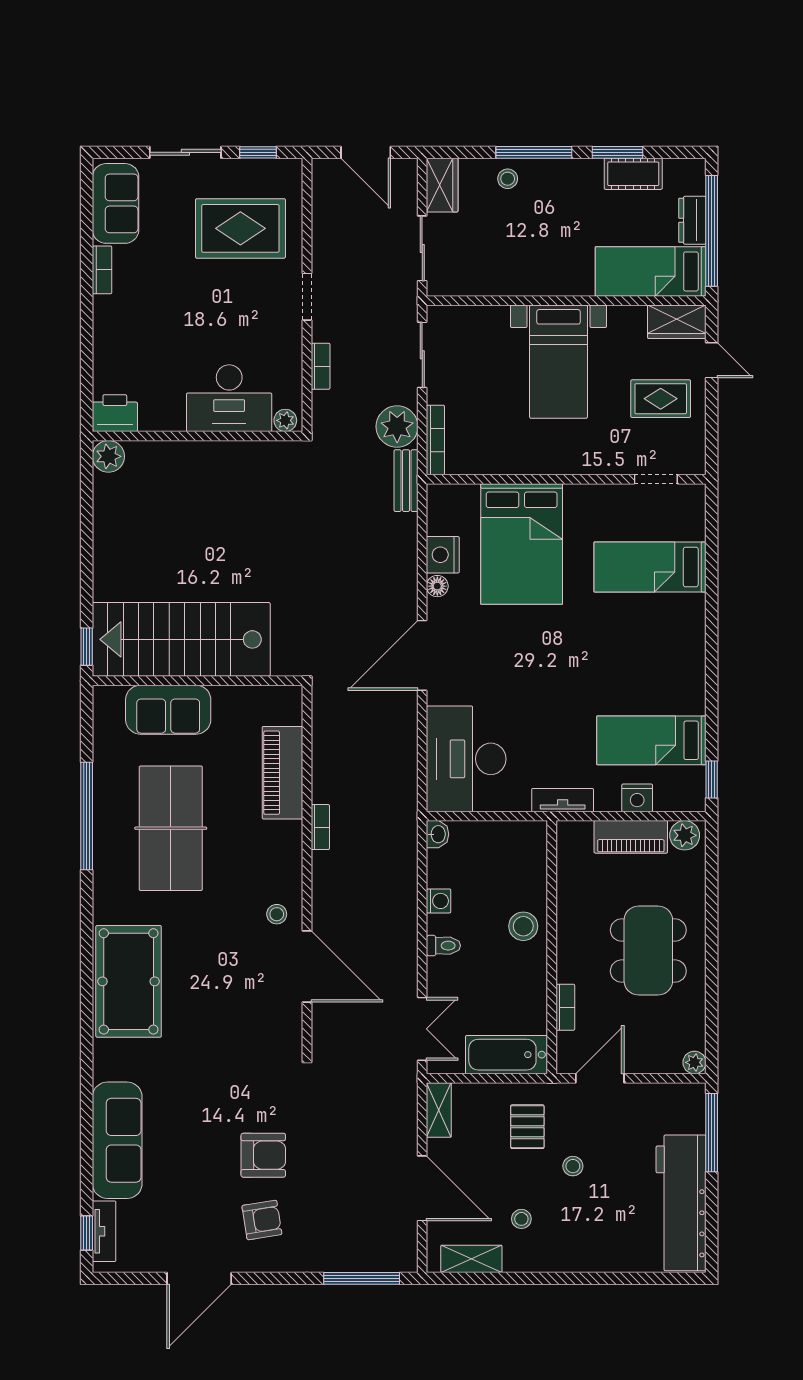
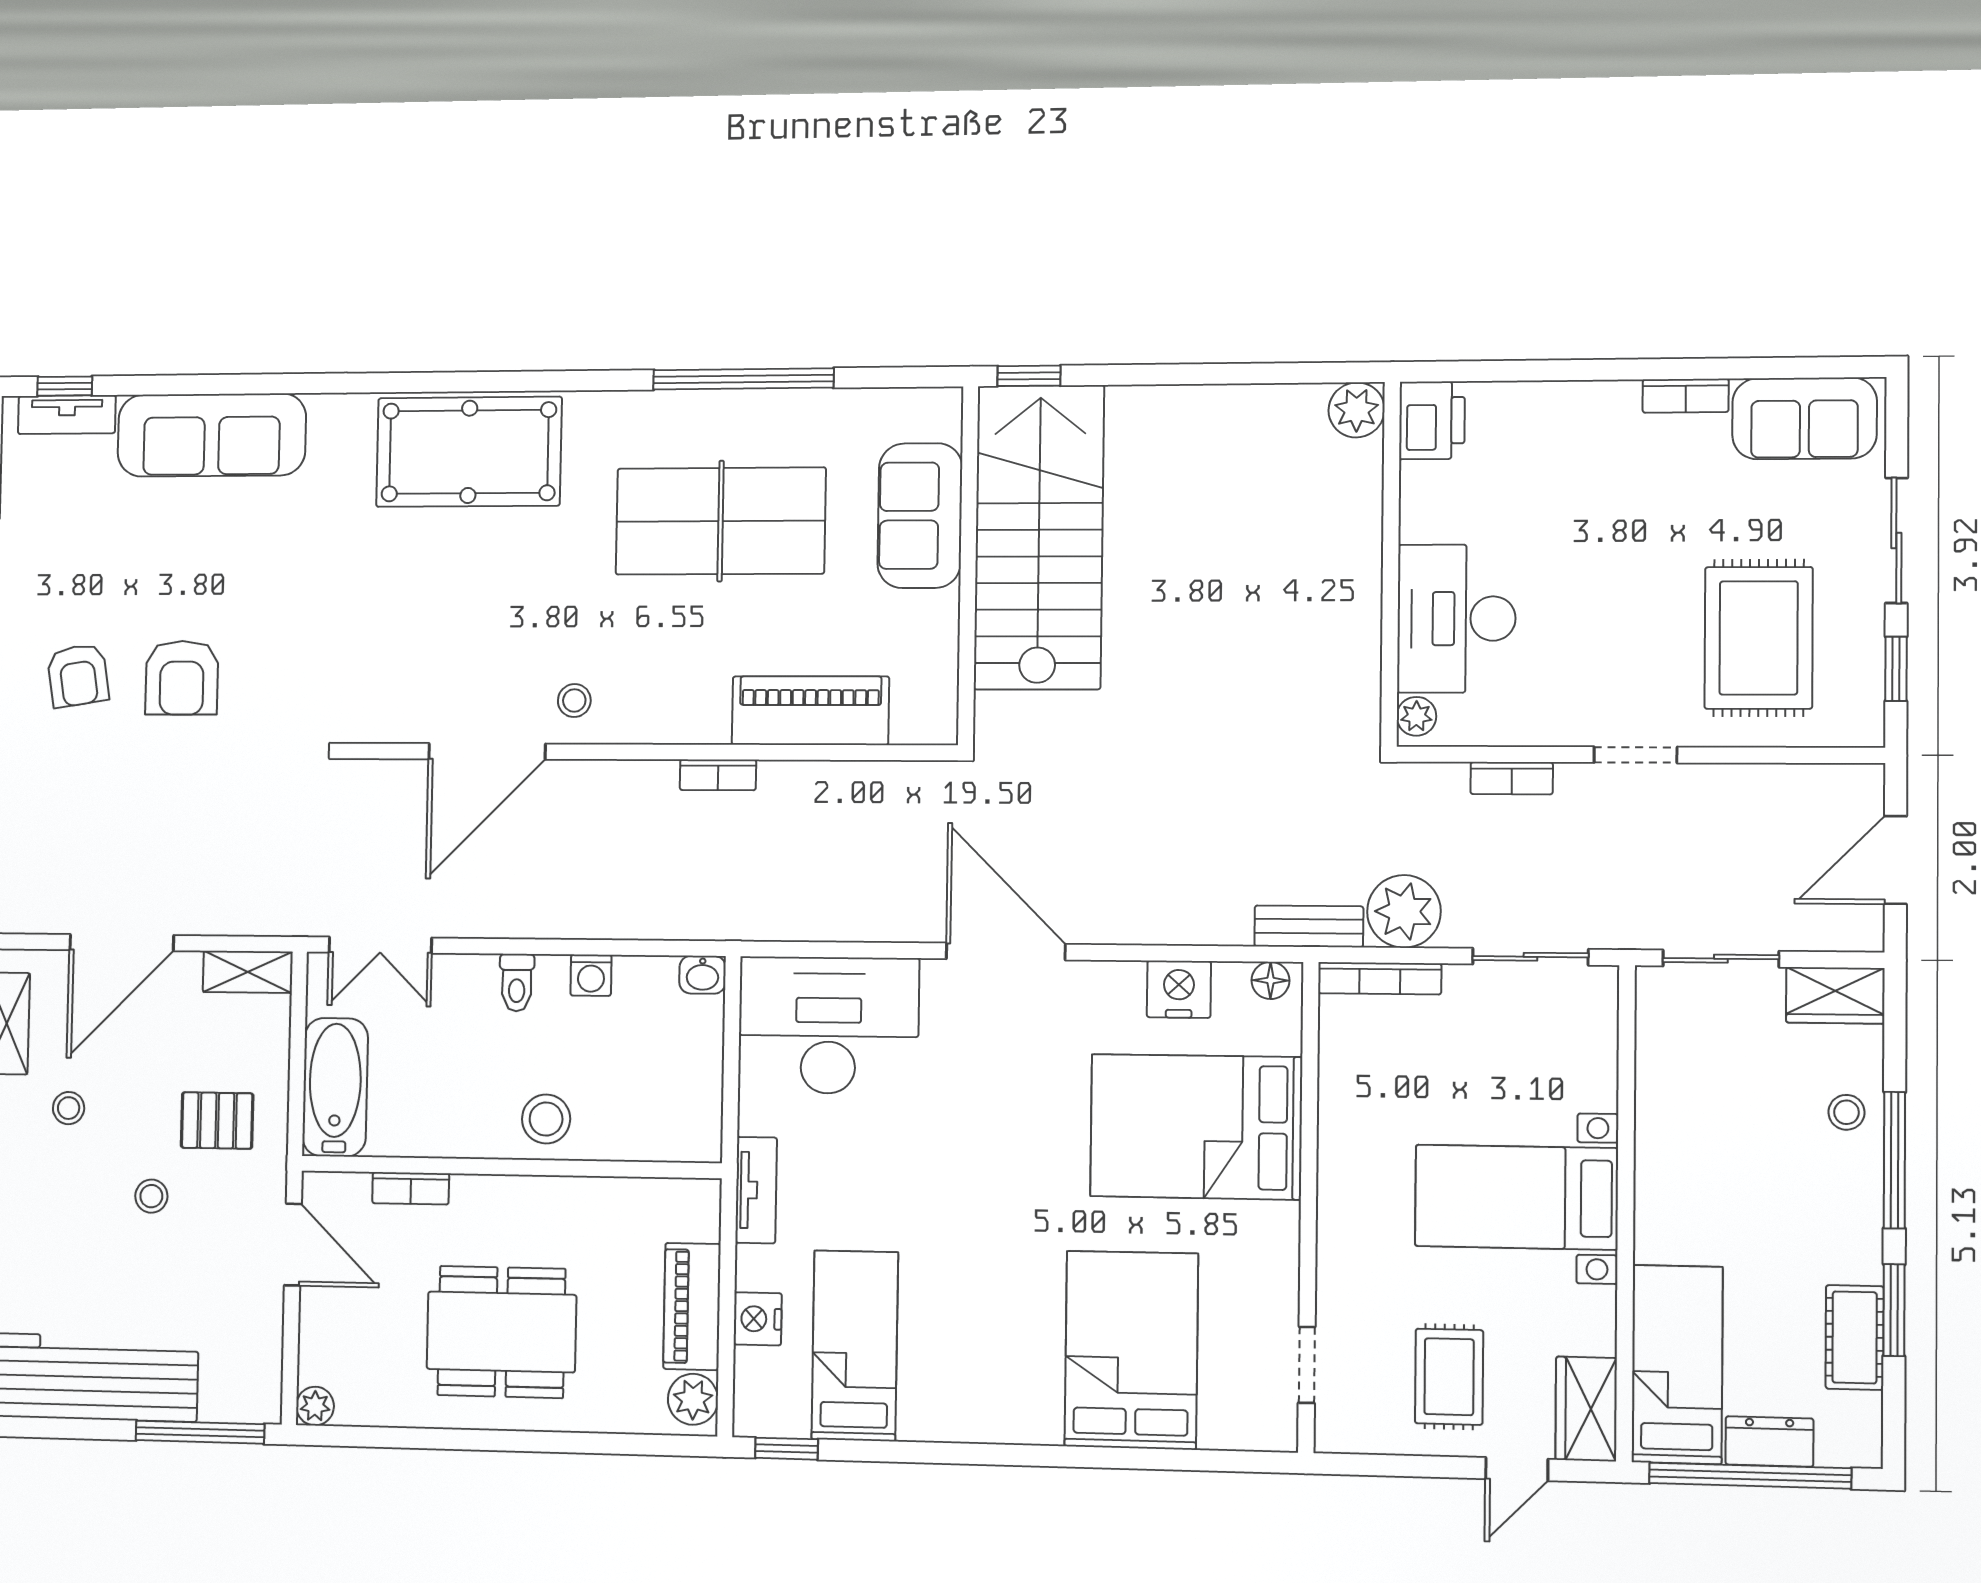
bed: (650, 567) -> (1131, 1350), width x1.50
floor lamp: (437, 586) -> (1270, 980), moved

